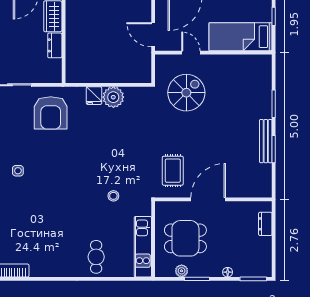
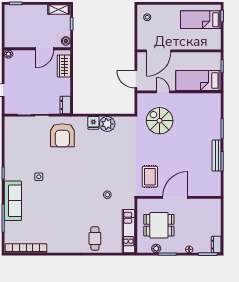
dresser: (55, 45) -> (65, 105), moved
spiral stairs: (186, 93) -> (160, 121), turned -90
dresser: (265, 224) -> (216, 245), moved

